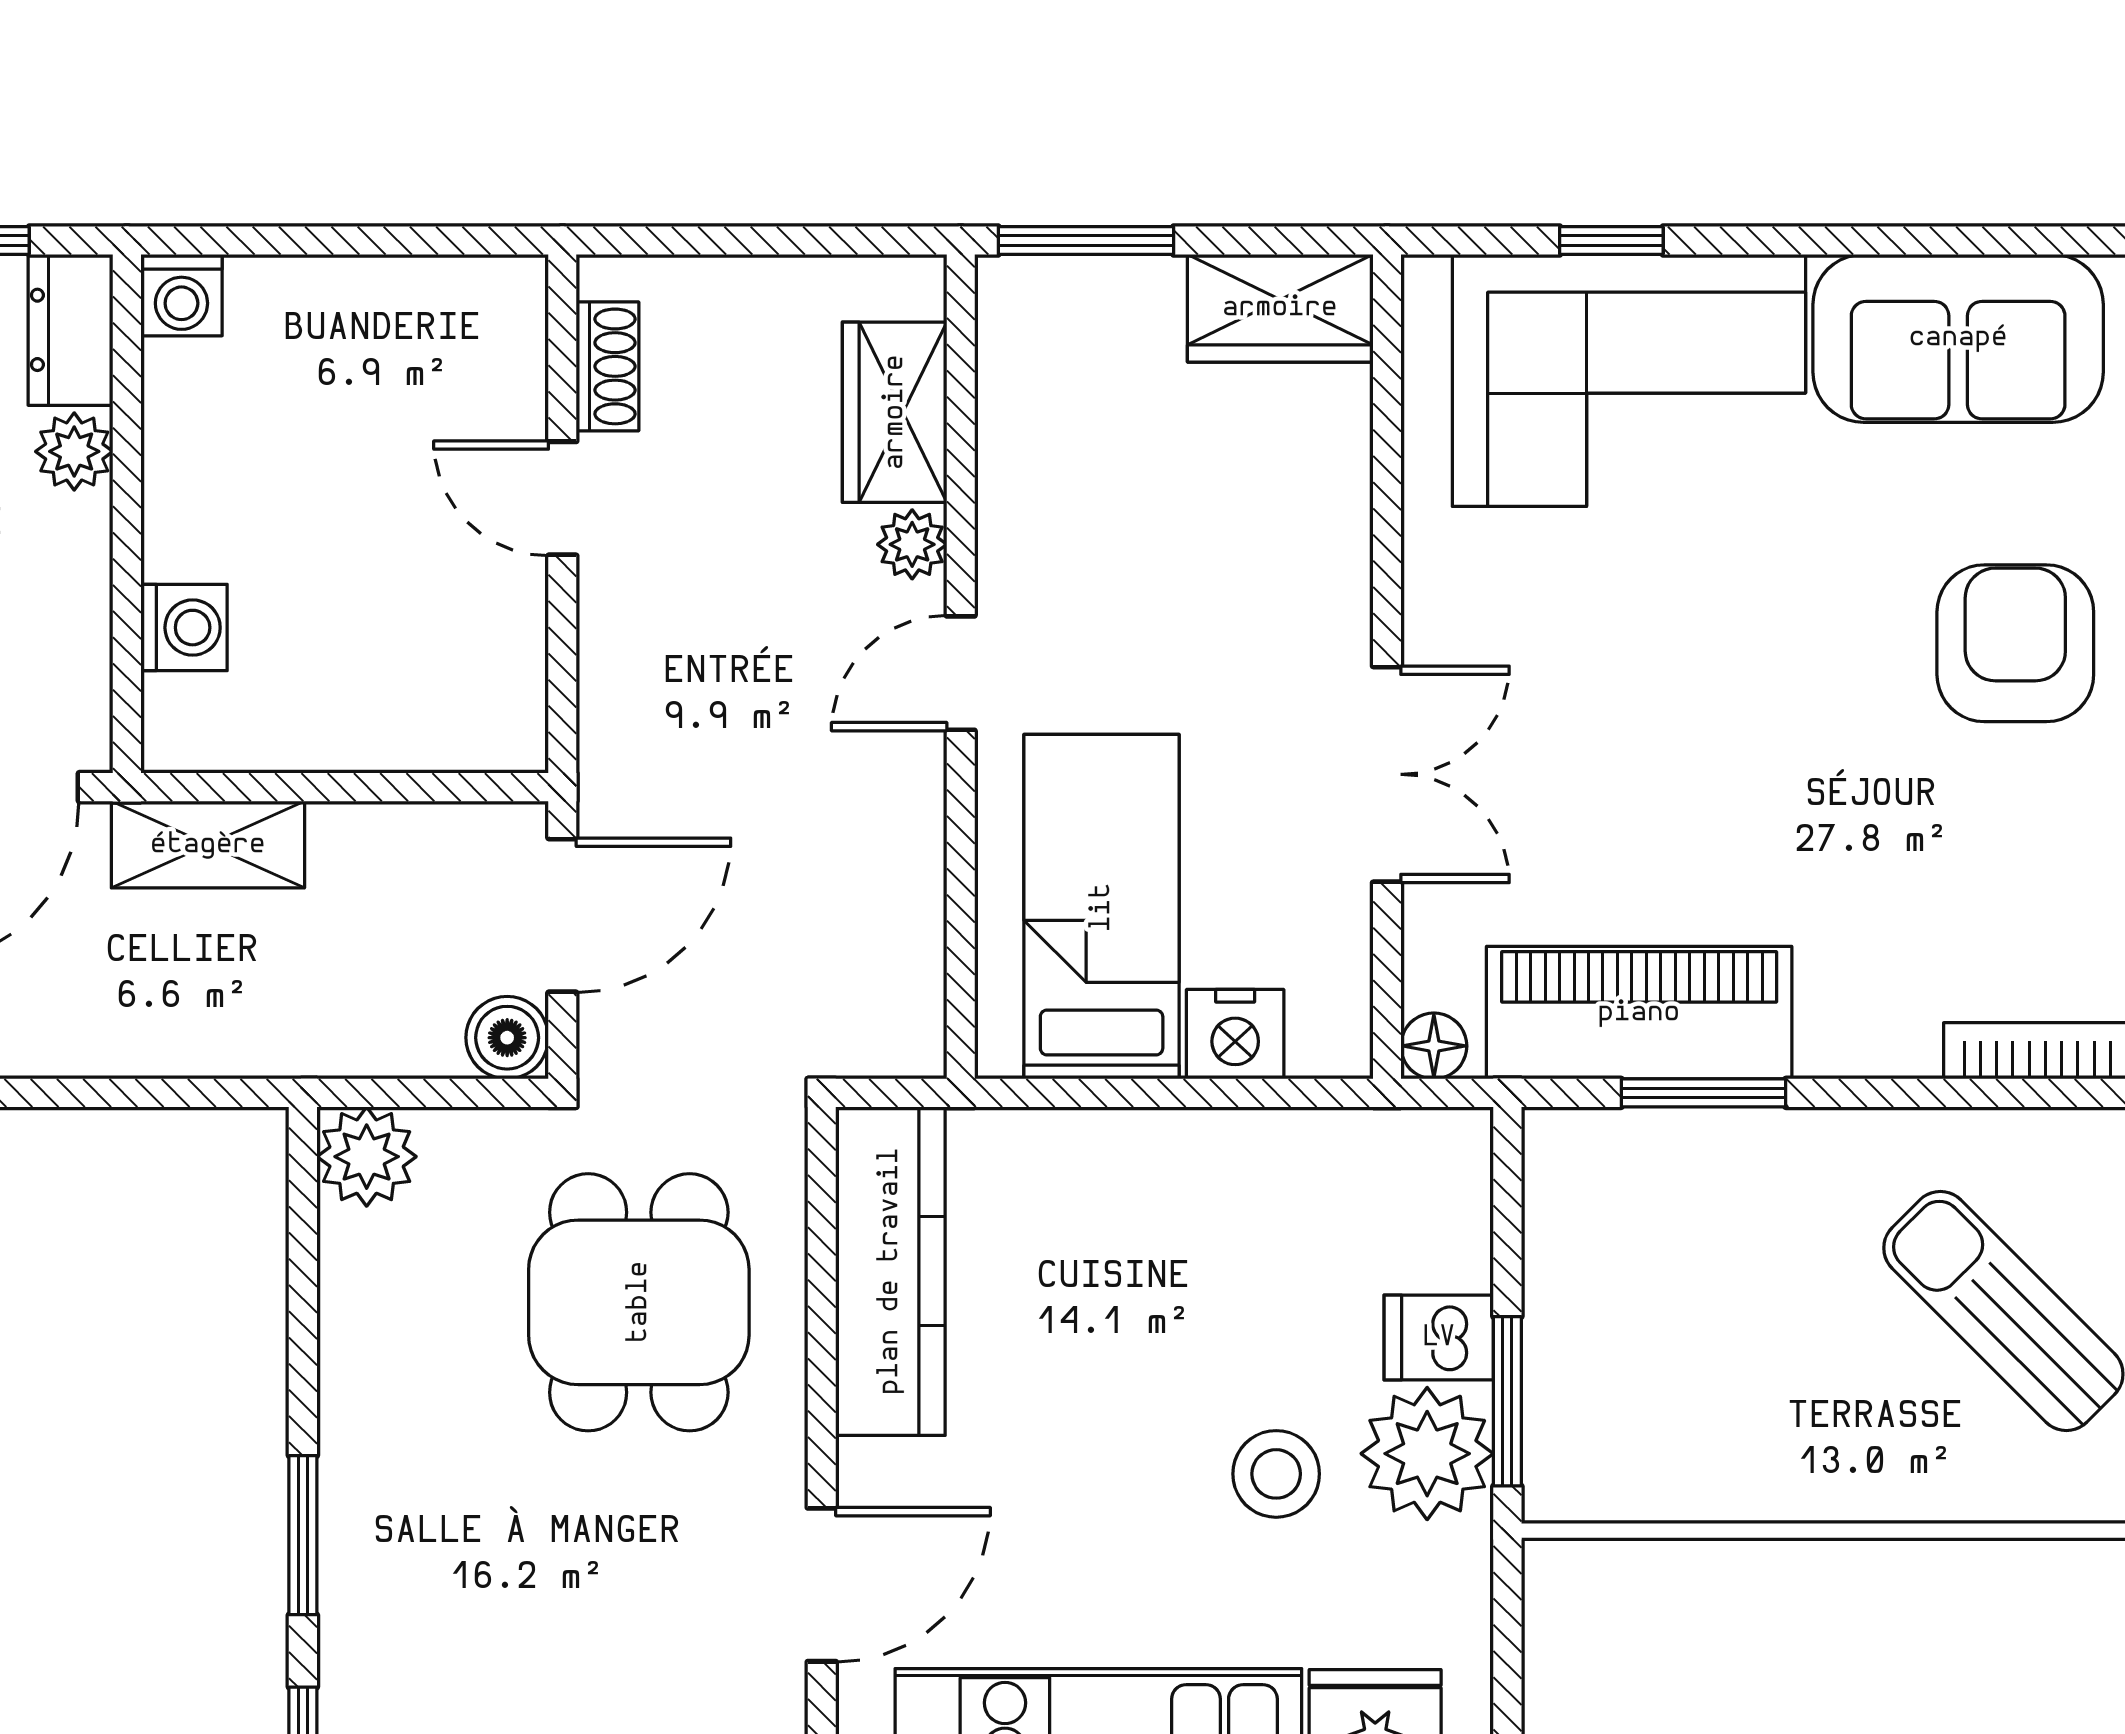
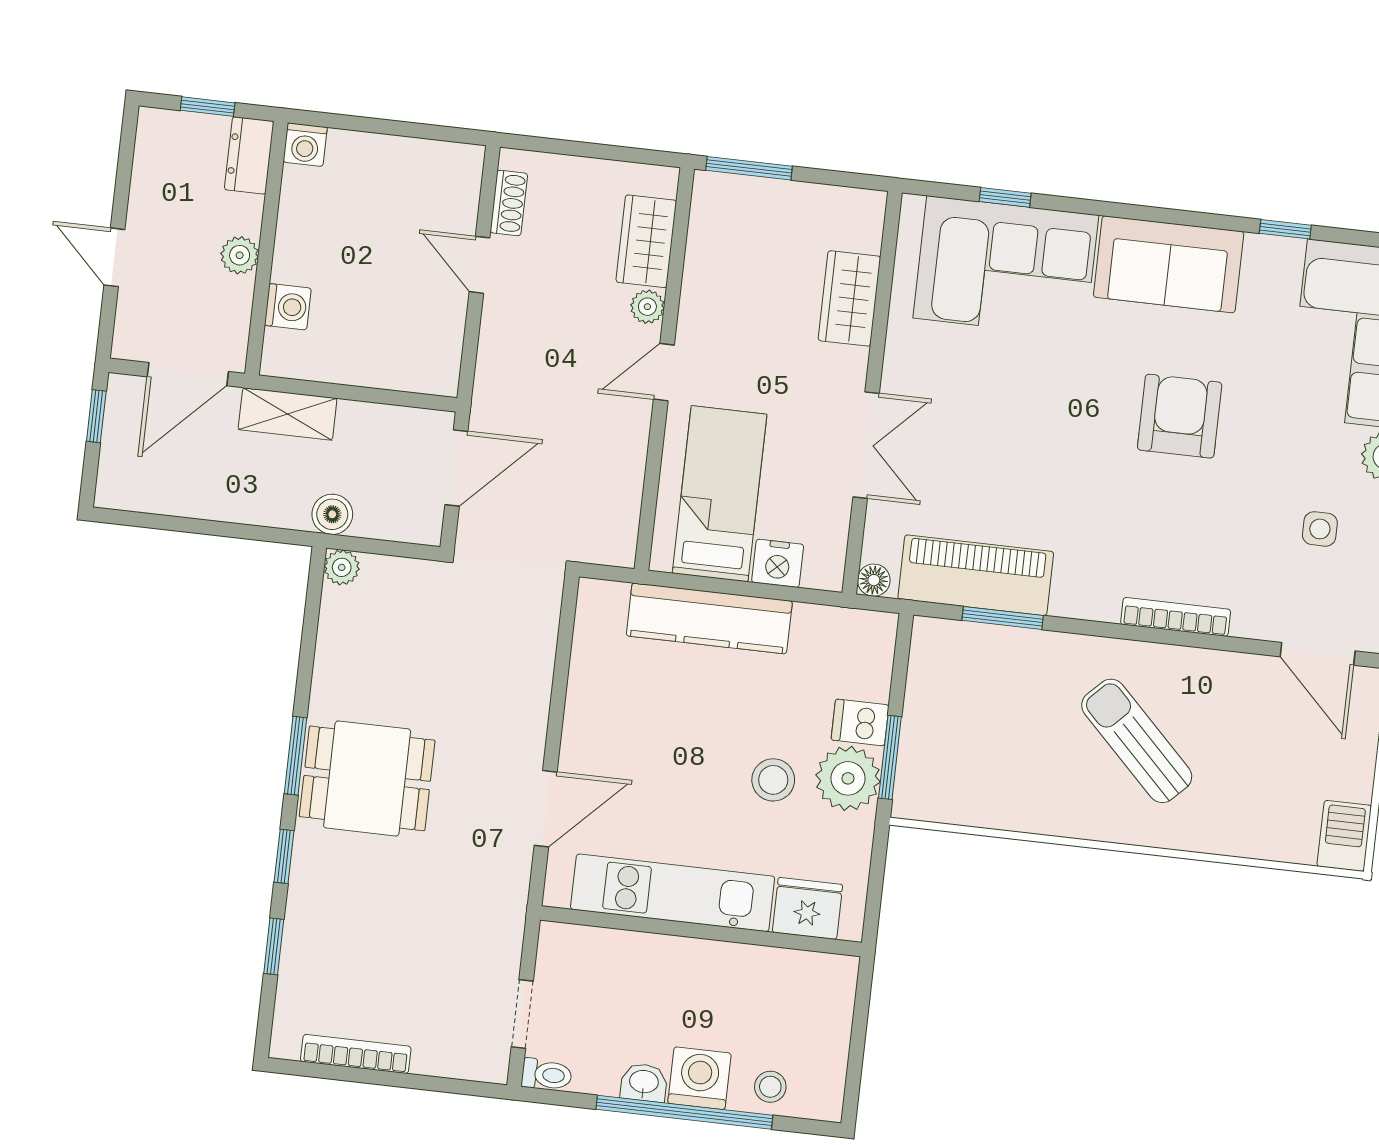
wardrobe: (1280, 308) -> (849, 298), moved, turned 90
plant: (74, 451) -> (240, 255), moved
boiler: (507, 1038) -> (332, 514), moved
plant: (367, 1157) -> (342, 567), width x0.73, depth x0.73
kitchen counter: (890, 1271) -> (709, 618), moved, turned 90
dining table: (639, 1302) -> (367, 778), moved, turned 90

